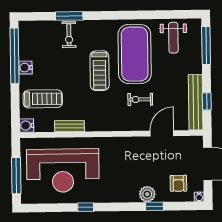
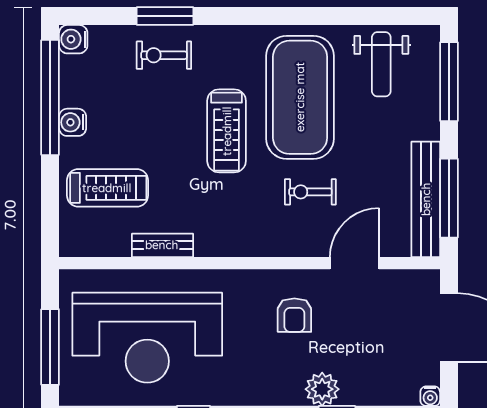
exercise bike: (69, 35) -> (164, 55), turned 90
window: (207, 101) -> (449, 198), width x2.17
water cooler: (27, 126) -> (73, 39), moved
armchair: (178, 183) -> (294, 315), moved

